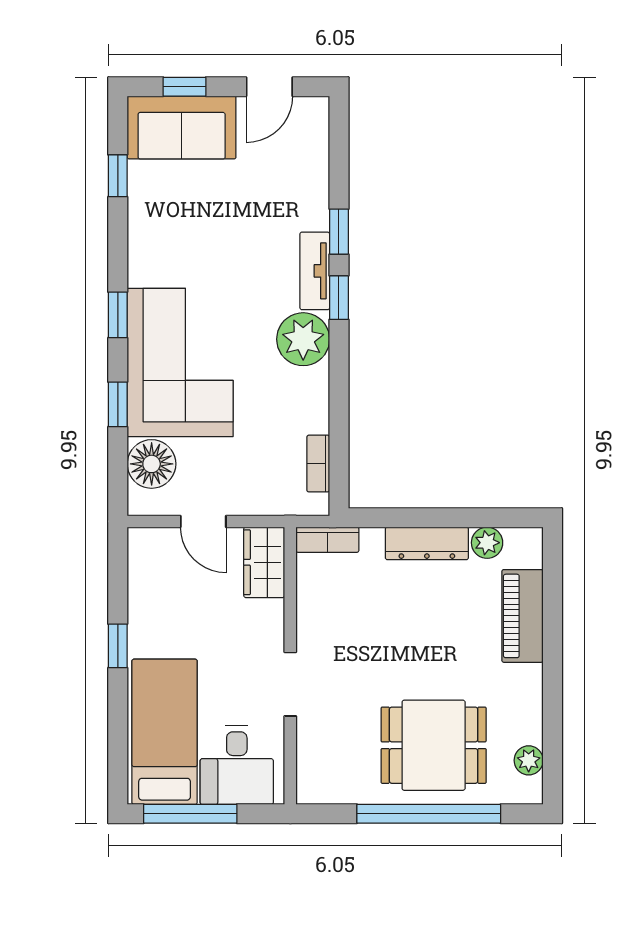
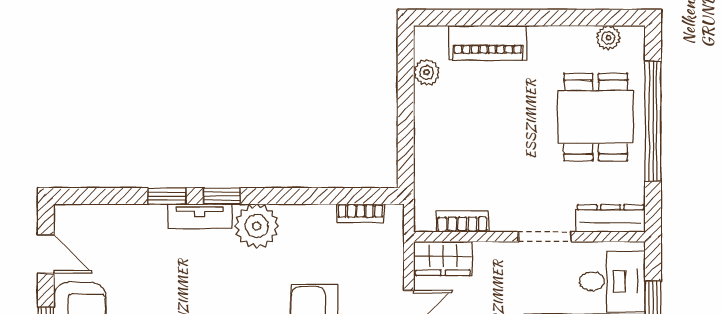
bookcase: (327, 540) -> (462, 221), moved, turned -90
dresser: (427, 543) -> (610, 218), moved, turned -90

